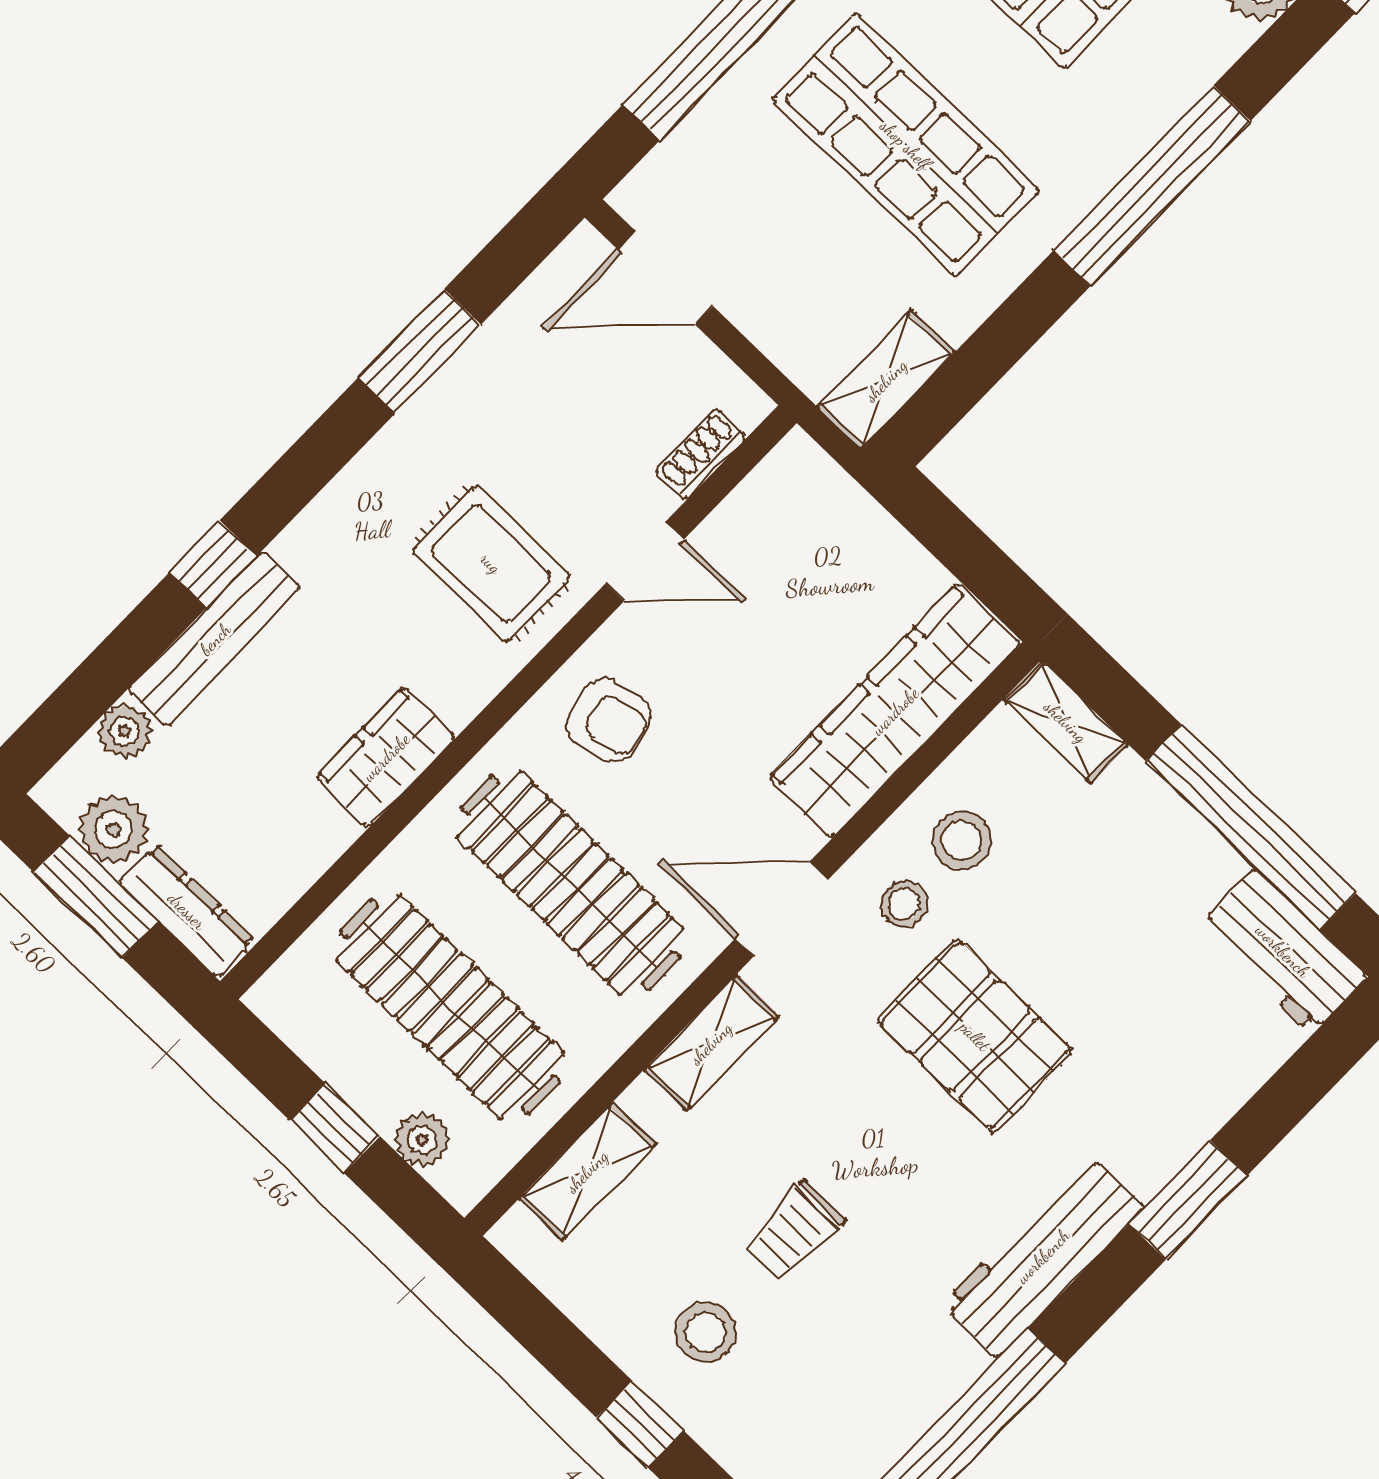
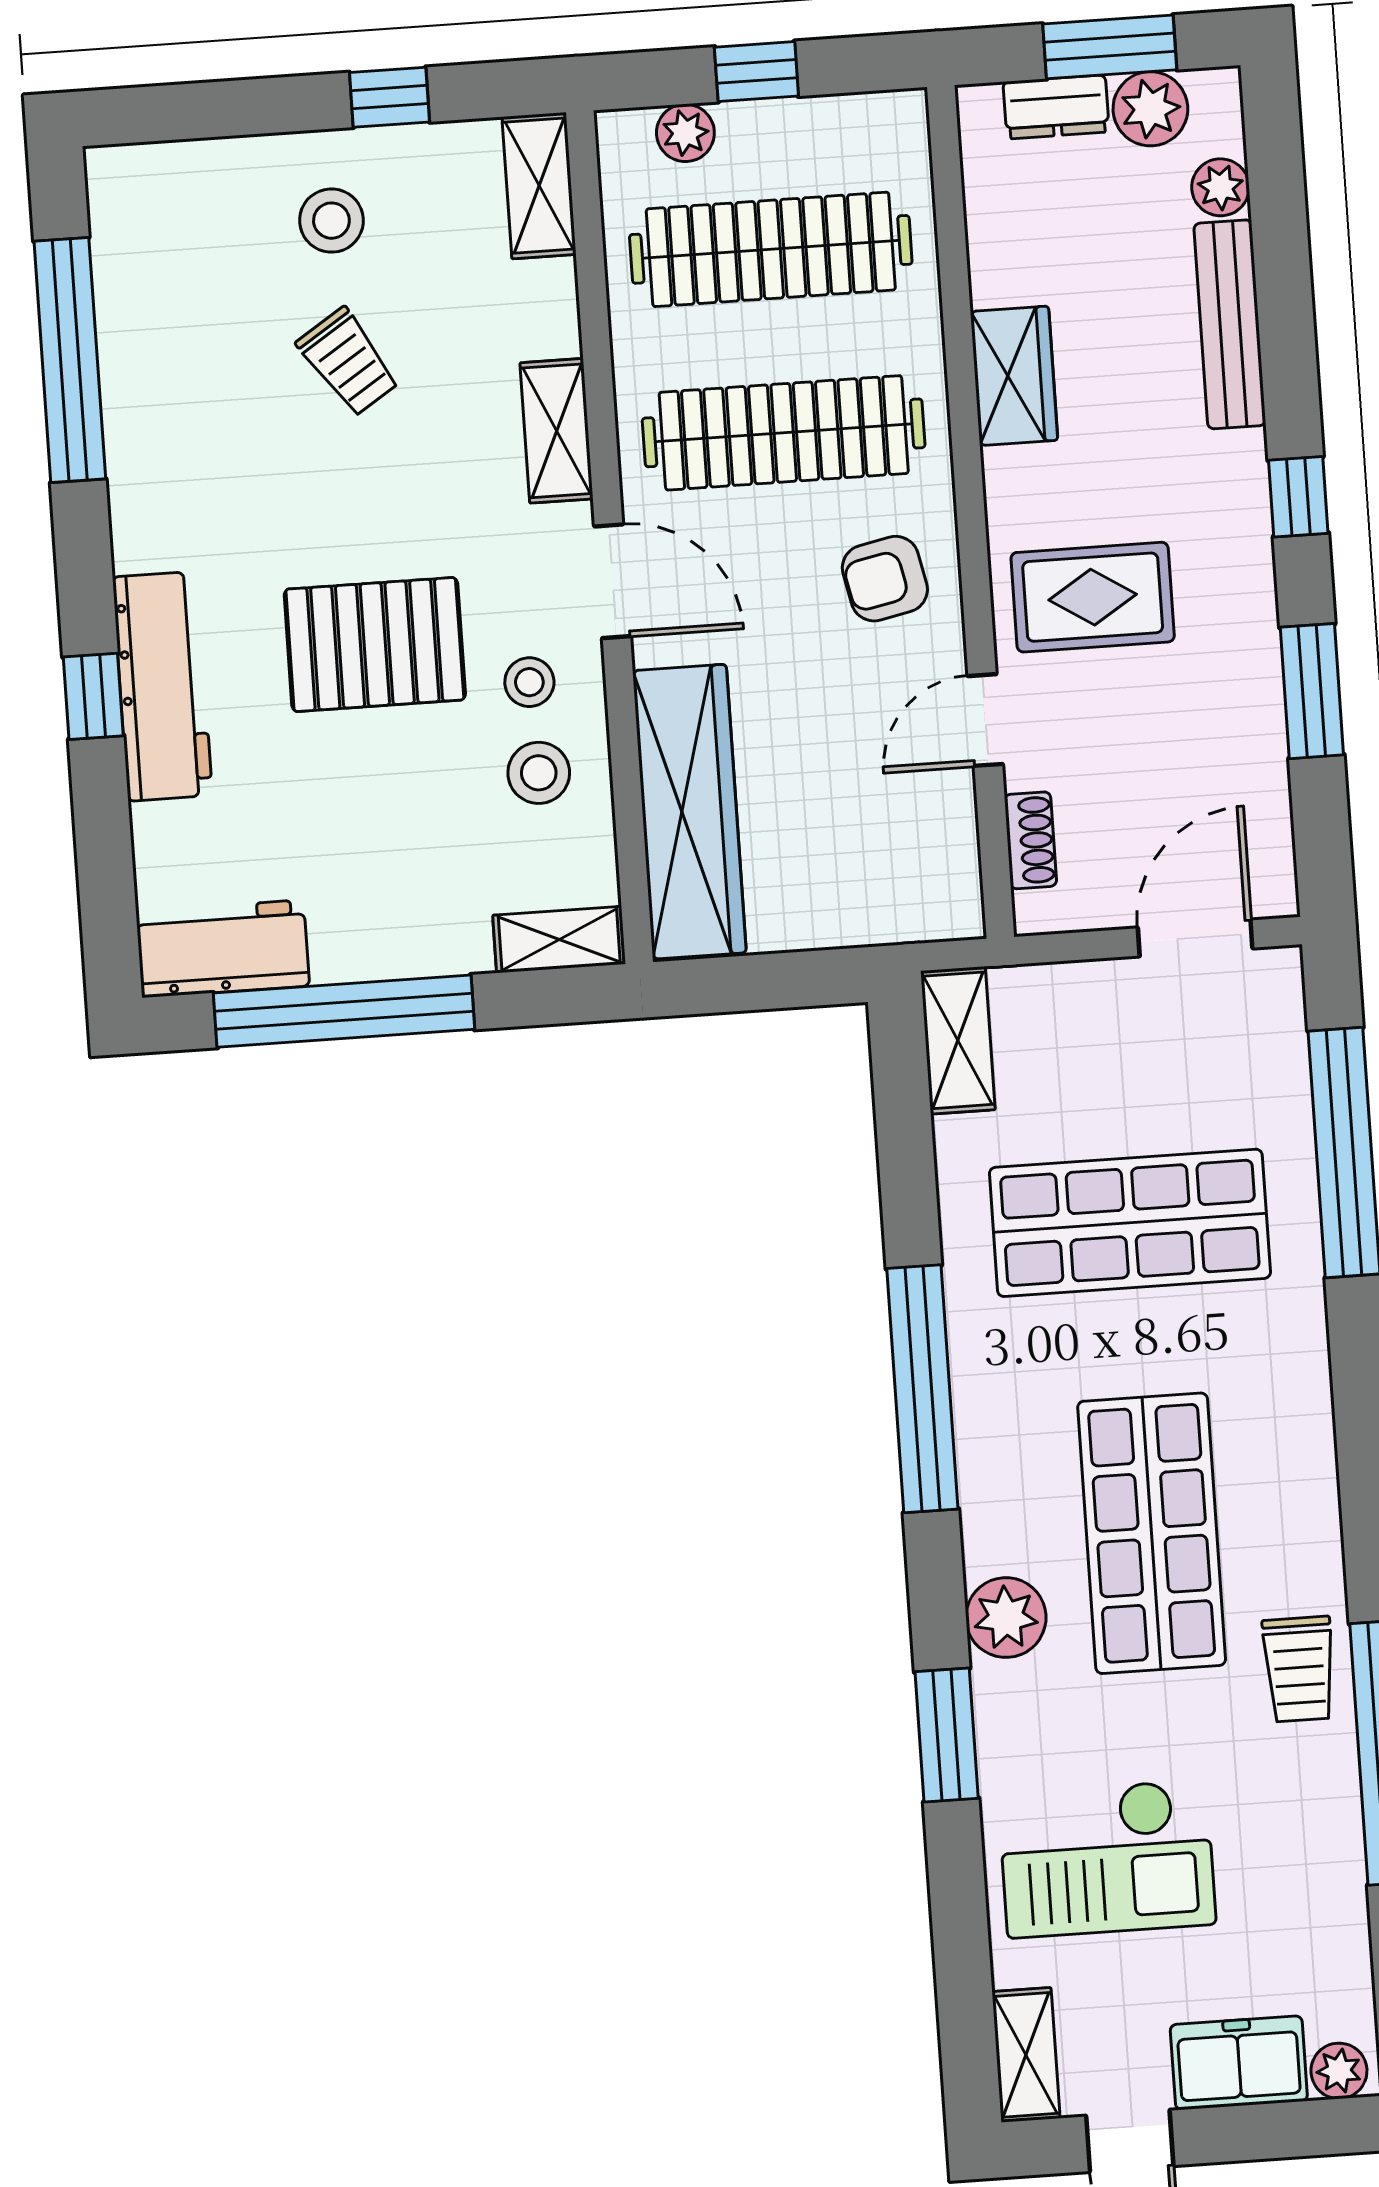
window: (213, 564) -> (1298, 497), moved
door: (782, 909) -> (613, 581), hinge flipped
dresser: (187, 911) -> (1056, 107), width x0.70
shelving: (587, 1171) -> (539, 186), moved
window: (1188, 1200) -> (93, 696), width x0.67
trolley: (794, 1232) -> (348, 362), turned 147
workbench: (1043, 1256) -> (162, 686), moved
window: (640, 1424) -> (389, 97), moved

